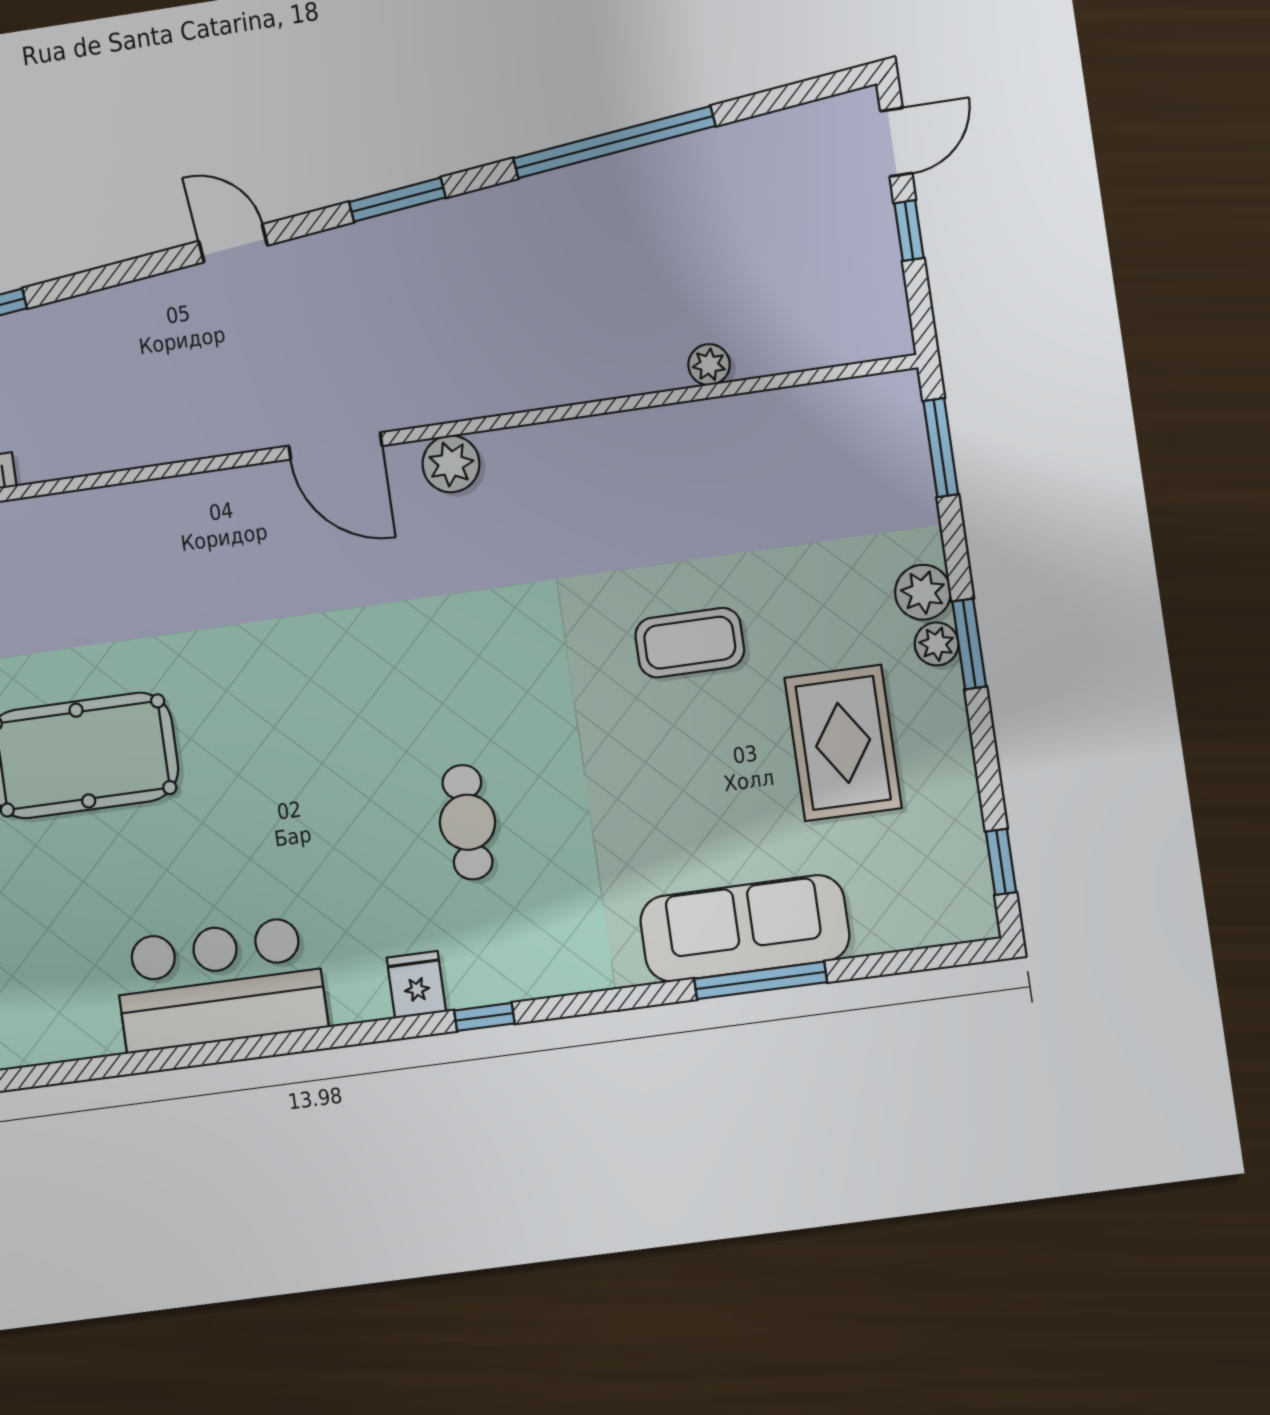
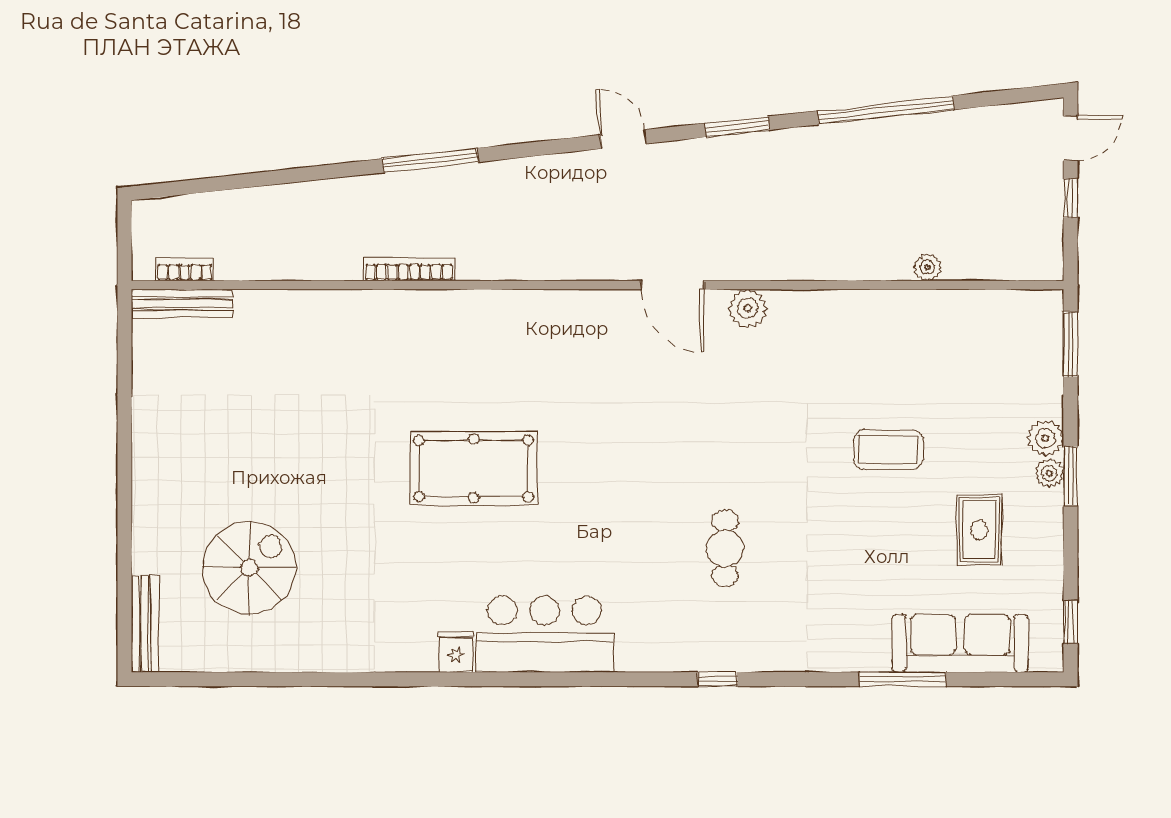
rug: (843, 743) -> (979, 530), width x0.73, depth x0.70
sofa: (745, 928) -> (960, 644), moved
fridge: (416, 985) -> (456, 652), moved

